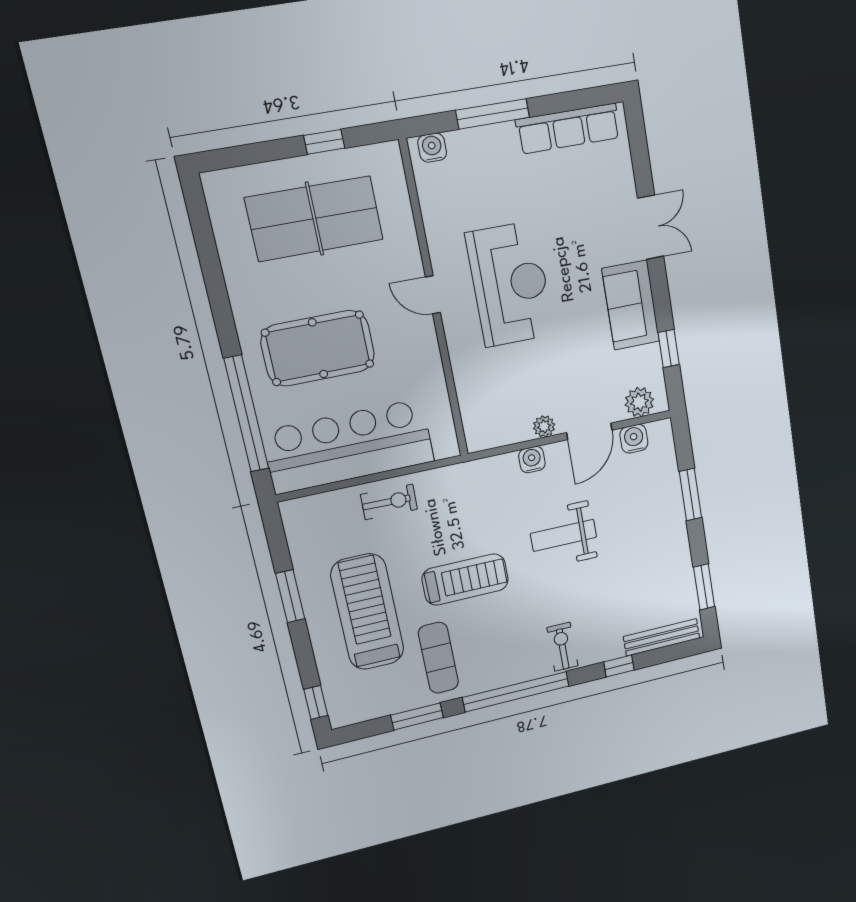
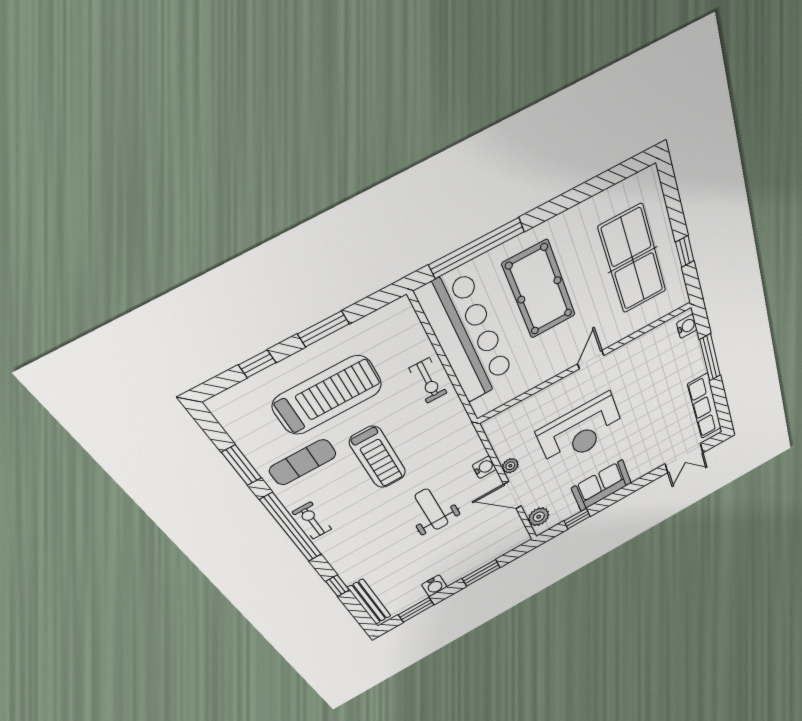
double door: (651, 227) -> (684, 458), moved
reception desk: (510, 284) -> (580, 431), moved
water cooler: (634, 439) -> (434, 586), moved, turned 90
exercise bike: (562, 647) -> (312, 521), moved, turned -90
window: (316, 702) -> (257, 364), moved

